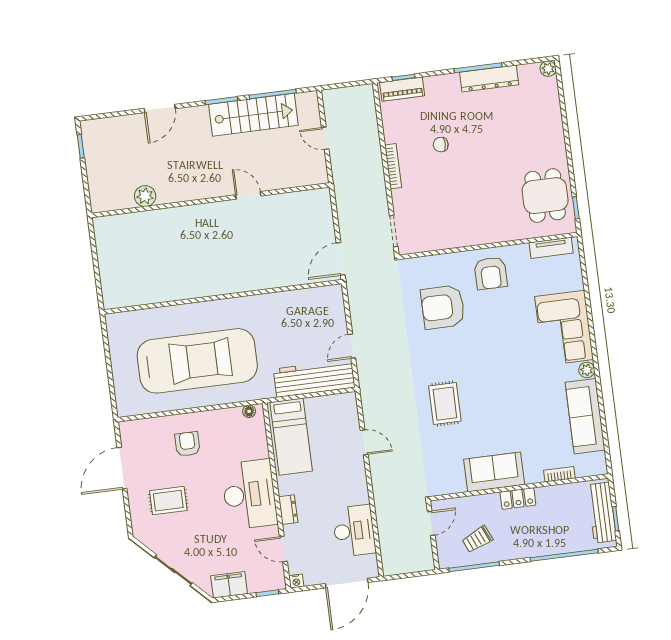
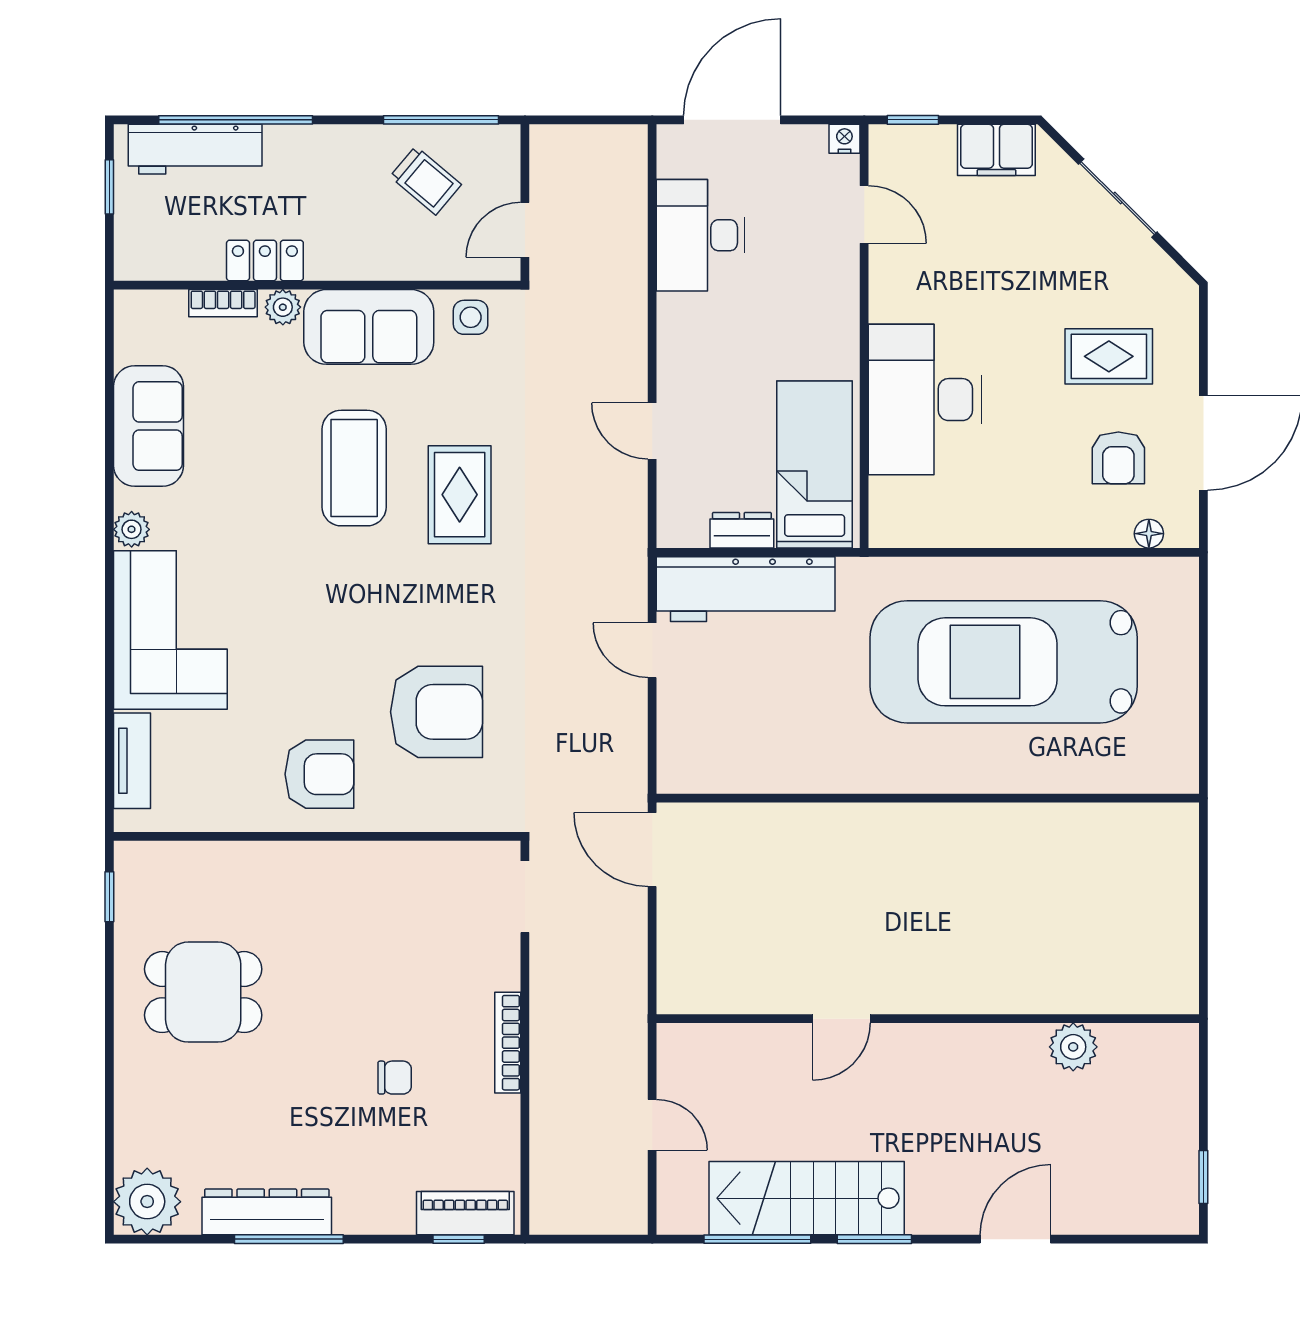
plant: (548, 69) -> (147, 1202), width x1.88, depth x1.88
door: (248, 195) -> (841, 1019), hinge flipped
dining table: (545, 196) -> (203, 992), moved, turned 90
tv unit: (551, 248) -> (132, 761), moved, turned 90
door: (341, 259) -> (652, 850), swing flipped
armchair: (491, 273) -> (319, 774), turned 90
door: (352, 346) -> (652, 650), swing flipped
coffee table: (493, 409) -> (354, 468), added
floor lamp: (249, 411) -> (1149, 534), moved
sofa: (585, 416) -> (149, 426), width x0.73
armchair: (187, 444) -> (1118, 458), moved
plant: (533, 476) -> (283, 307), added
side table: (450, 482) -> (471, 317), added
desk: (249, 494) -> (925, 400), moved
locker: (518, 498) -> (265, 260), moved
dresser: (288, 510) -> (742, 530), moved, turned 90
workbench: (602, 513) -> (195, 149), moved, turned 90
trolley: (477, 539) -> (426, 181), turned 64

